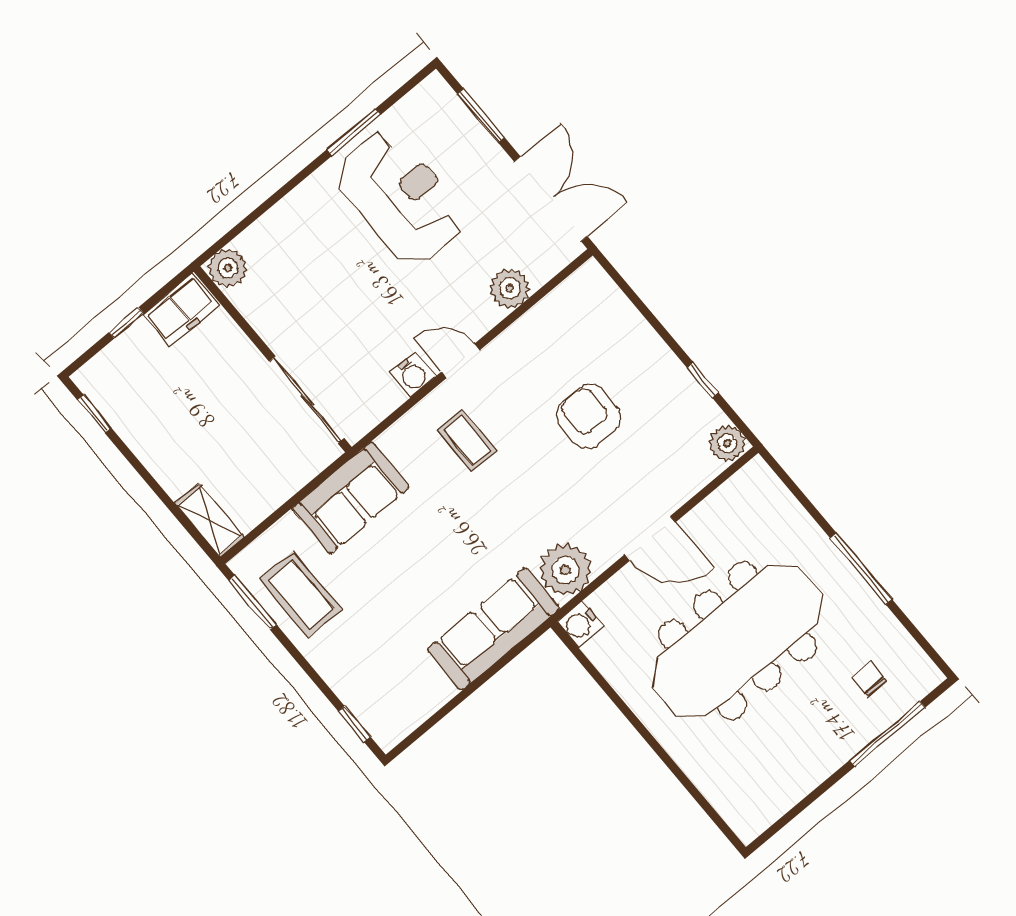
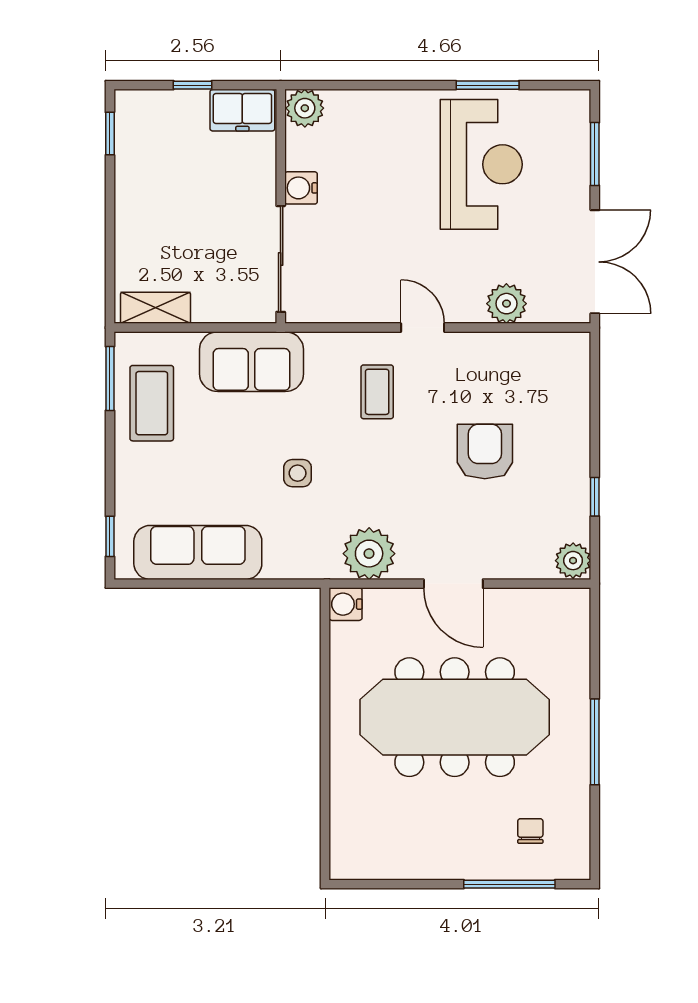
water cooler: (412, 375) -> (301, 188), moved, turned 90
shelving: (210, 520) -> (155, 308), moved, turned 90
side table: (458, 554) -> (298, 473), added
sofa: (493, 629) -> (198, 552), moved

